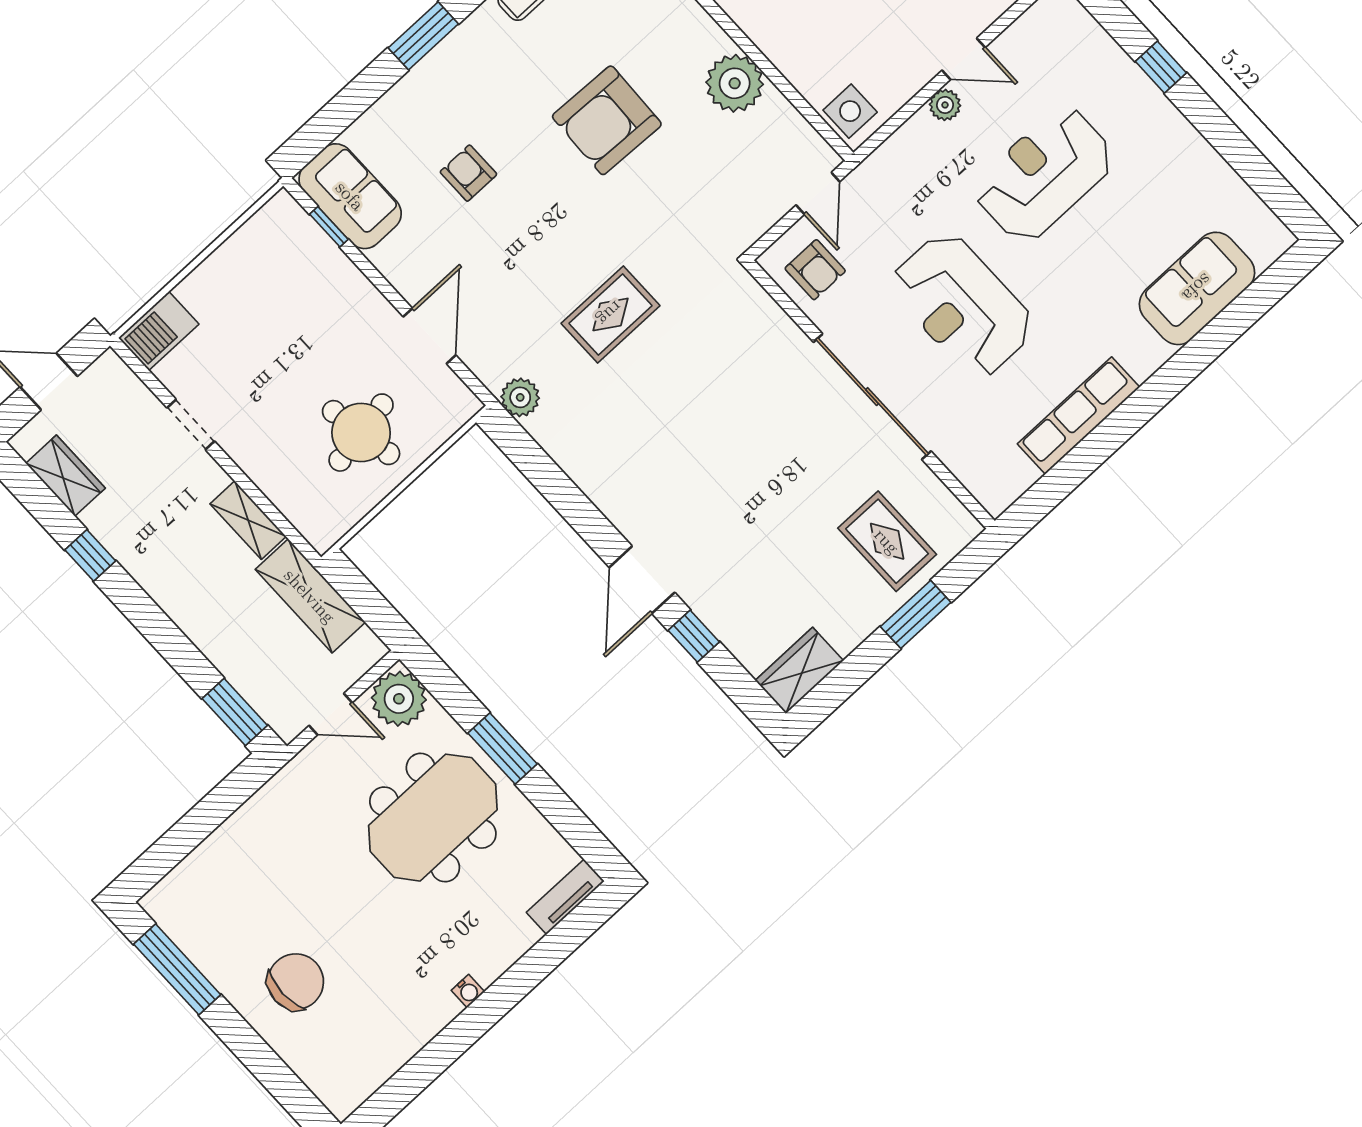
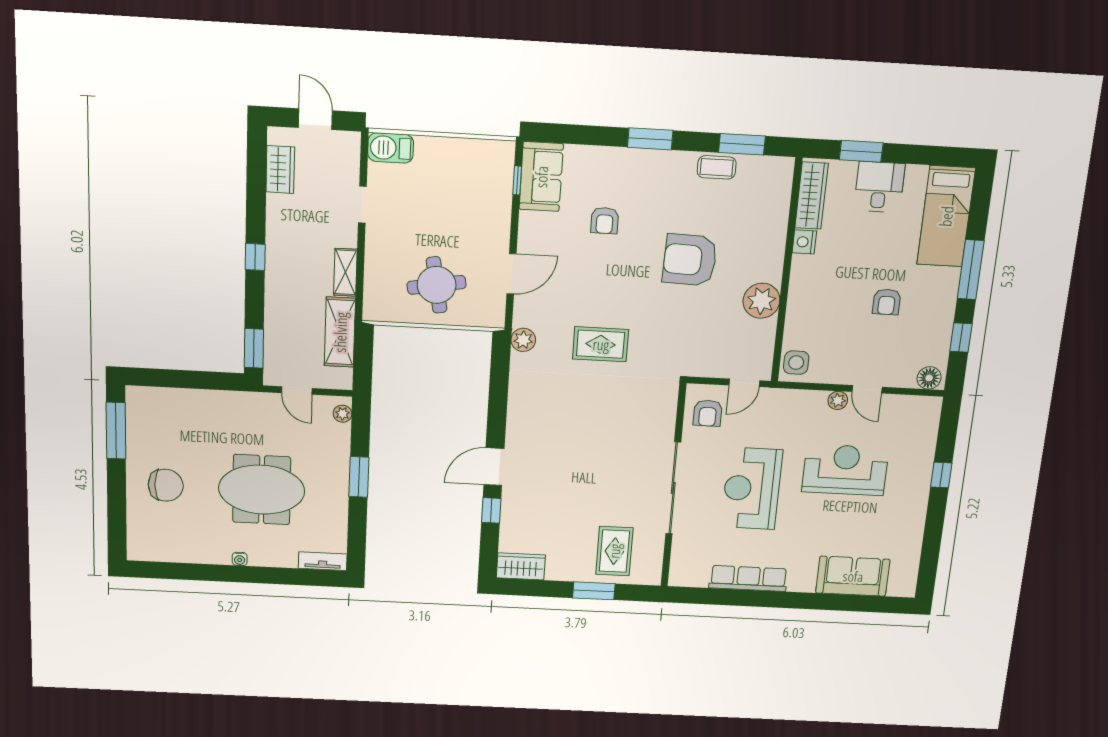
armchair: (468, 173) -> (605, 221), turned 180
window: (90, 555) -> (255, 257), moved
plant: (399, 699) -> (342, 414), width x0.53, depth x0.53
meeting table: (433, 818) -> (262, 490), moved

